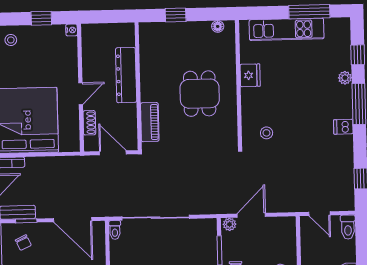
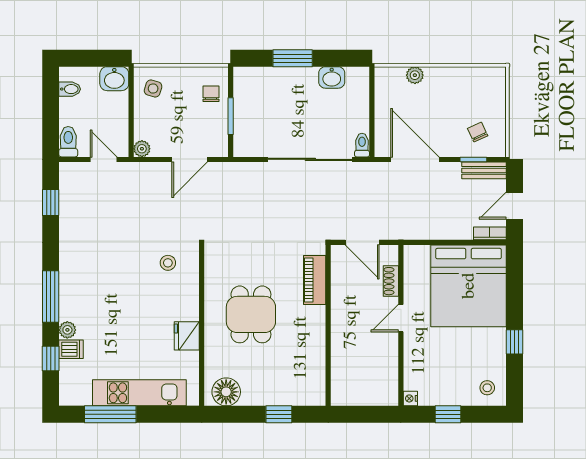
floor lamp: (218, 26) -> (226, 392), width x1.89, depth x1.89
dresser: (126, 75) -> (343, 340), removed
dishwasher: (343, 127) -> (71, 349), moved
plant: (230, 224) -> (142, 149), moved

